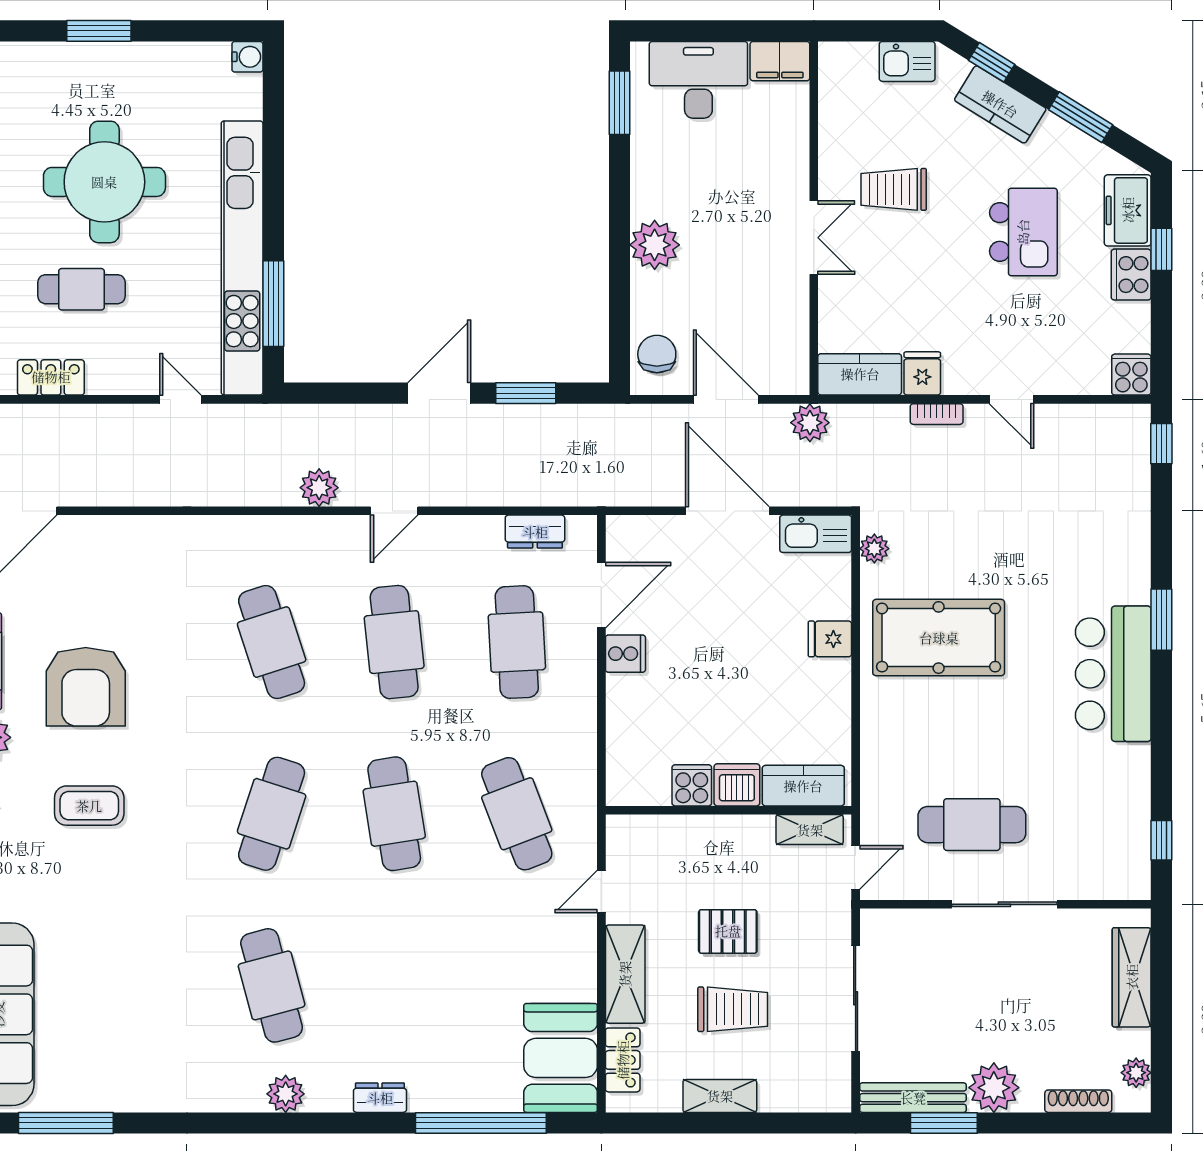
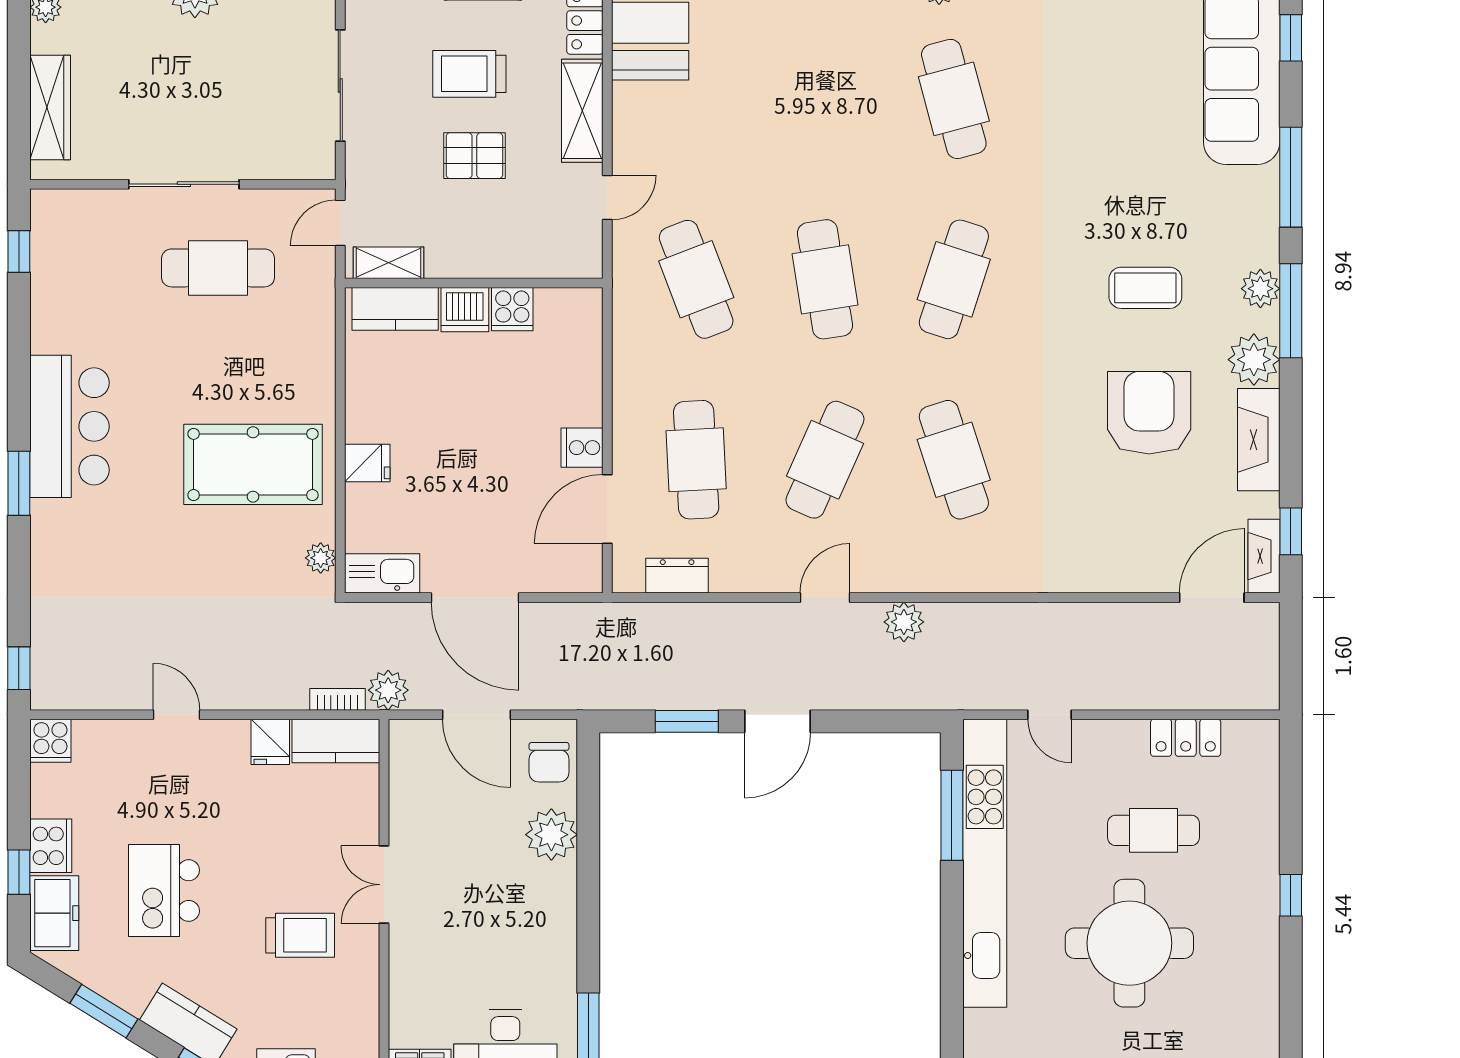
plant: (655, 245) -> (551, 835), moved
bookcase: (937, 414) -> (337, 699), moved
cafe table: (394, 642) -> (825, 460), turned 30

